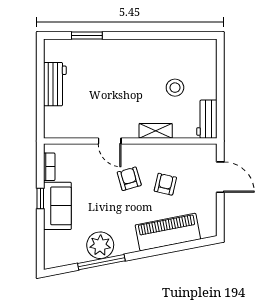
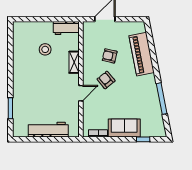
workbench: (55, 84) -> (48, 130), width x1.37
armchair: (129, 179) -> (106, 80), turned 67
window: (40, 198) -> (143, 139), moved
plant: (100, 245) -> (150, 99), removed

